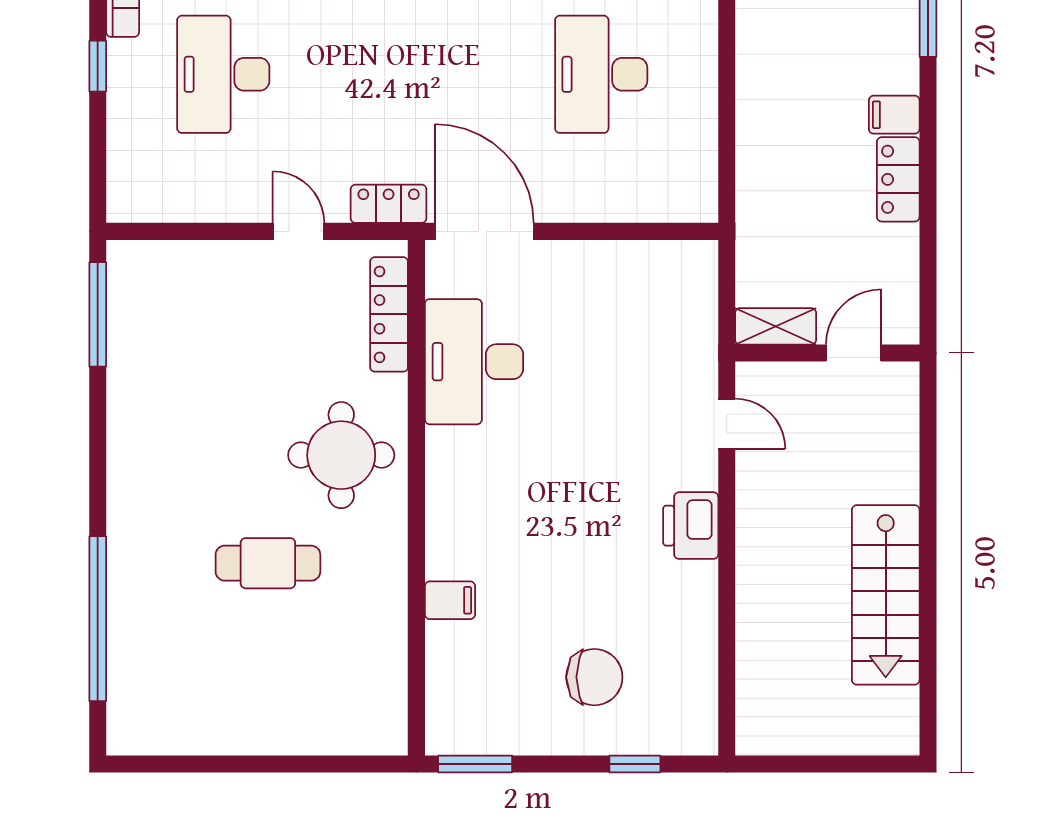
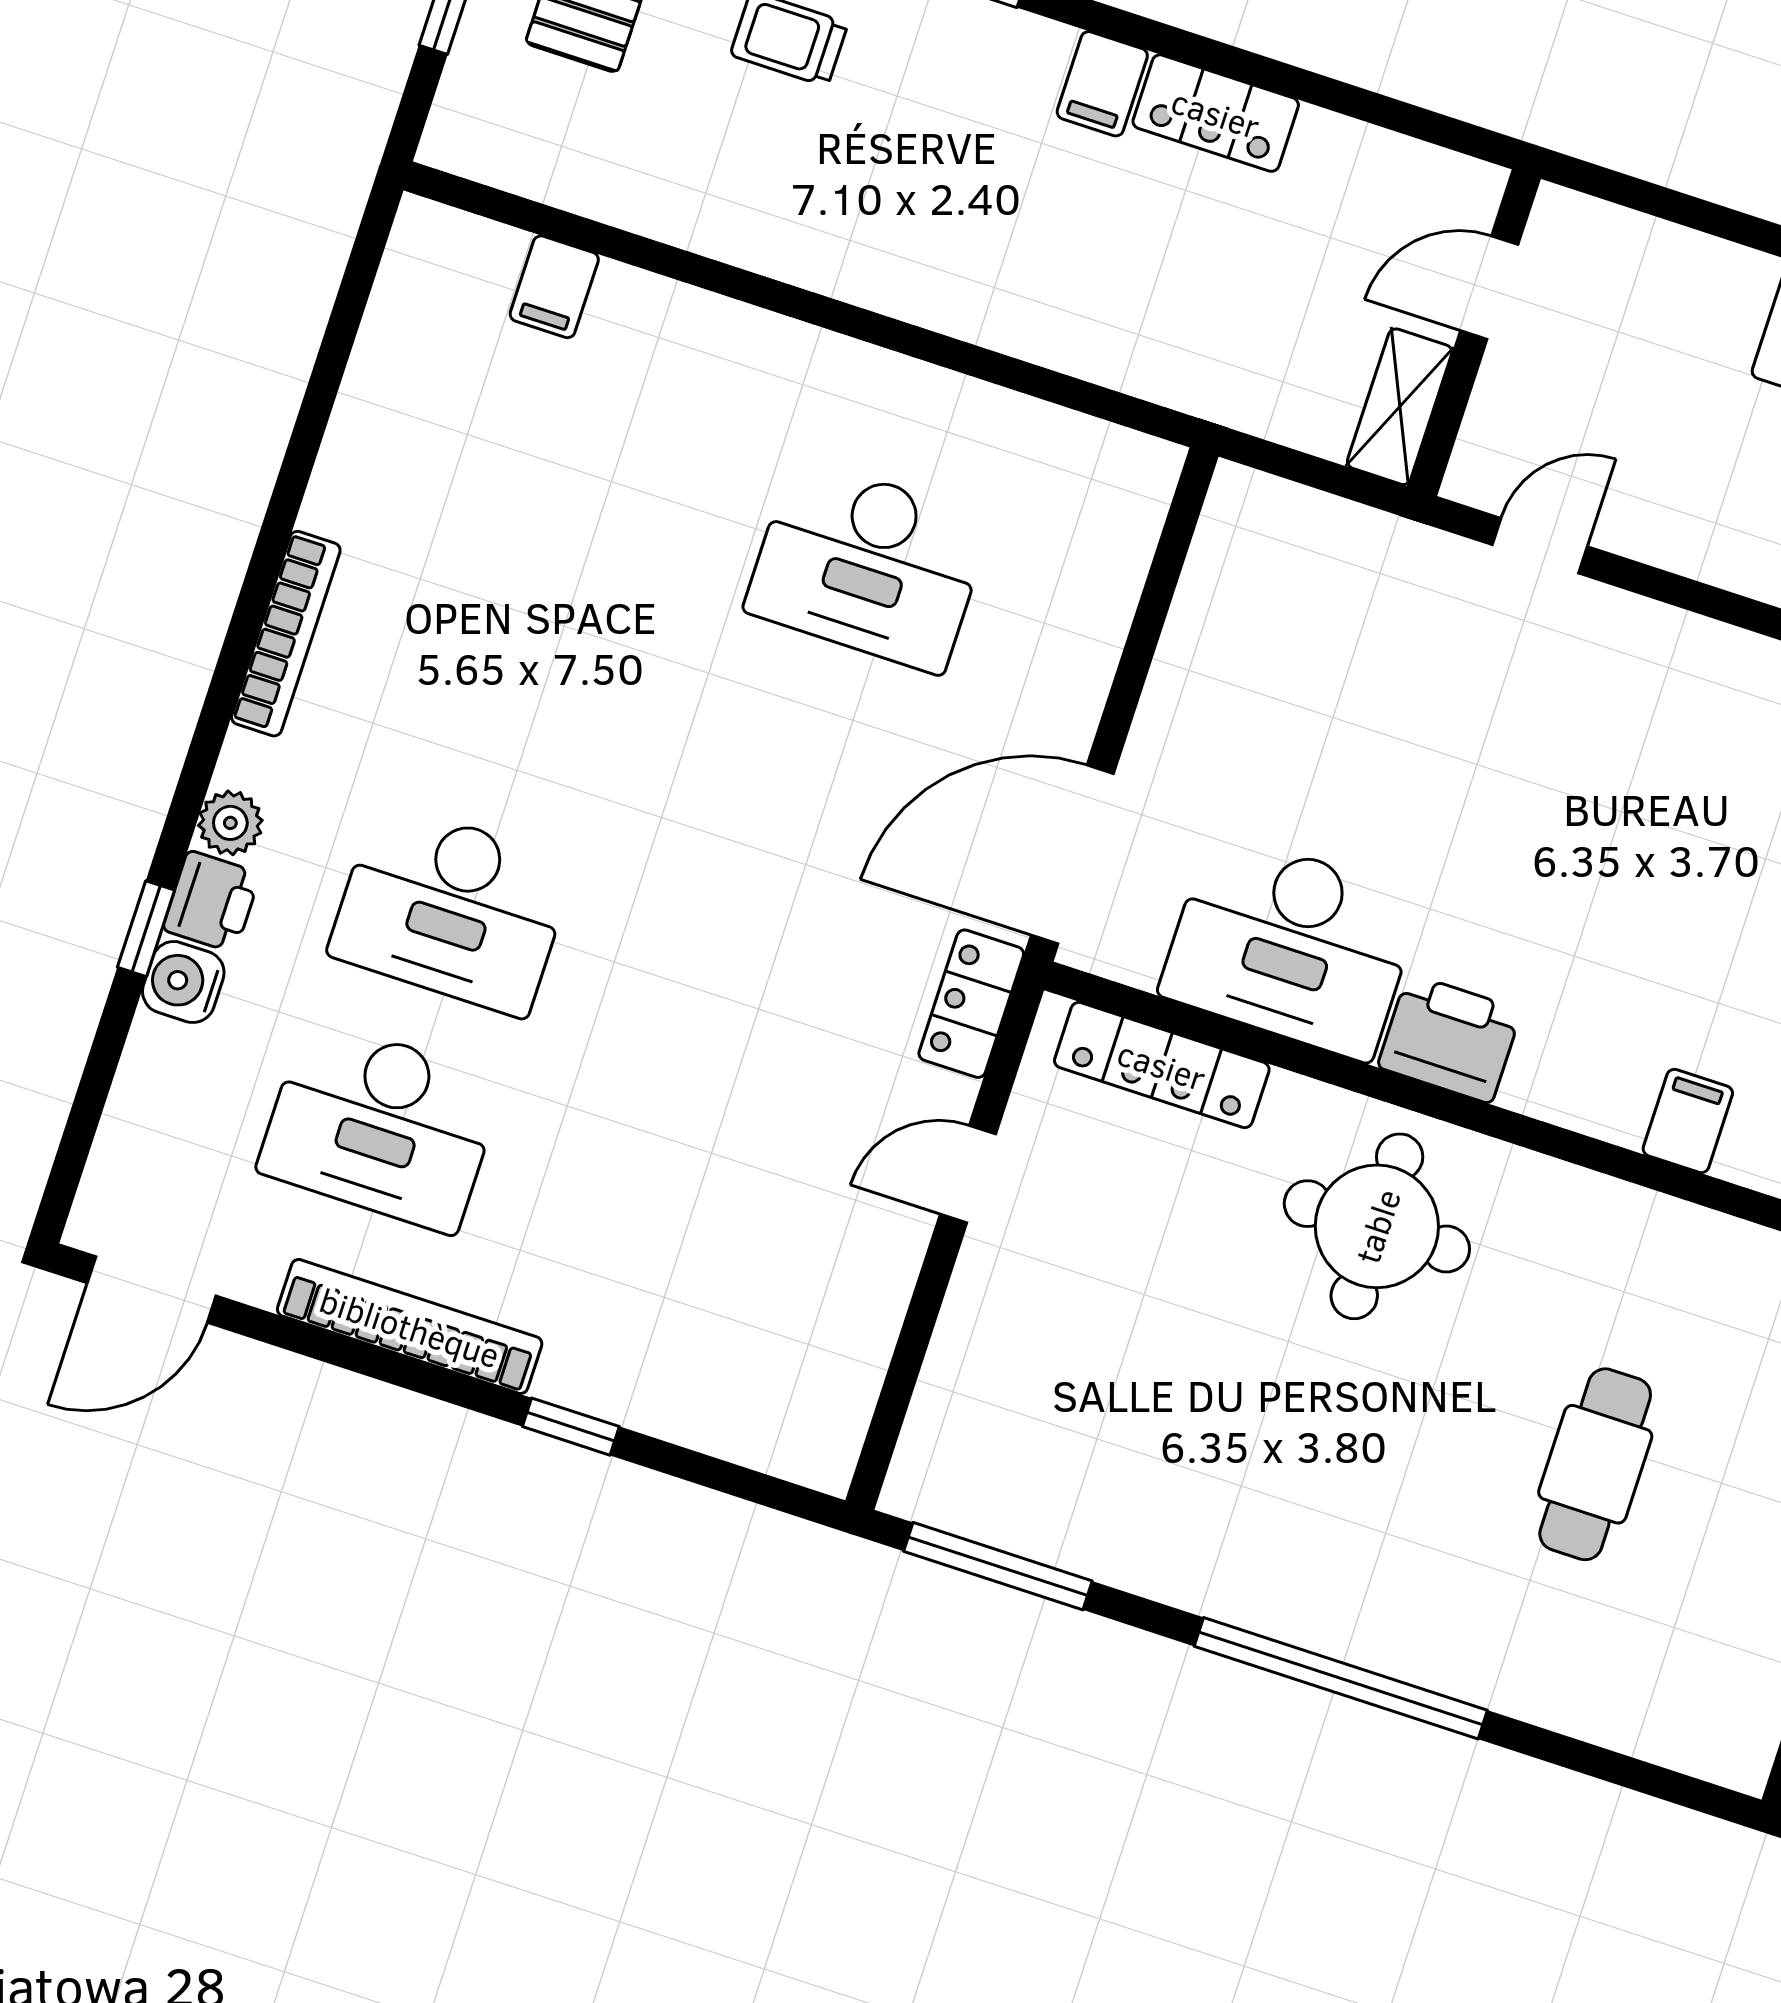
desk: (223, 74) -> (656, 1215), removed
door: (853, 353) -> (1489, 288), hinge flipped
printer: (691, 526) -> (1450, 1038), moved, turned 180
cafe table: (268, 563) -> (1595, 1464), moved
window: (98, 619) -> (1341, 1678), moved

